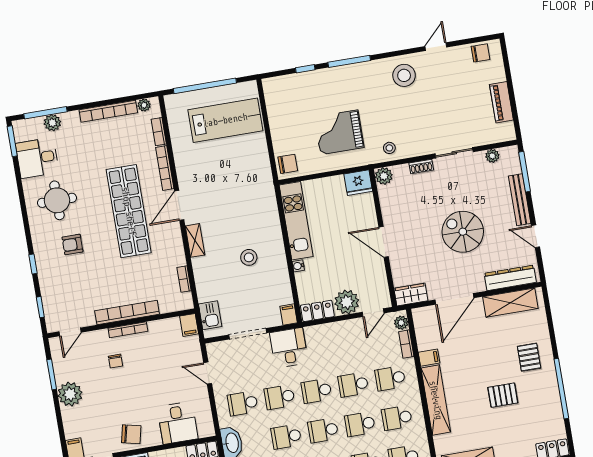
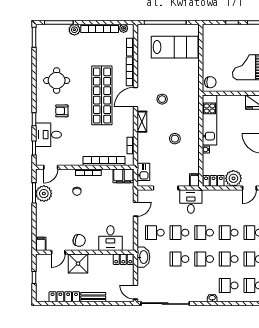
plant: (52, 123) -> (74, 30), moved
desk: (37, 158) -> (48, 135), moved
stool: (220, 201) -> (162, 99), added
bookcase: (127, 313) -> (104, 161), moved
filing cabinet: (189, 325) -> (123, 176), width x2.00
door: (208, 373) -> (135, 209), swing flipped
plant: (70, 394) -> (44, 194), moved

